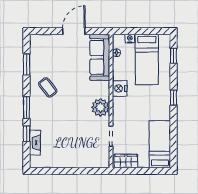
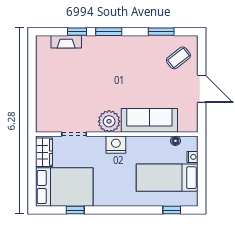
sofa: (100, 57) -> (149, 120), moved
coffee table: (48, 87) -> (178, 58), moved
nightstand: (120, 88) -> (116, 145), moved
window: (174, 98) -> (75, 210), moved
bed: (160, 144) -> (64, 187), width x1.50

